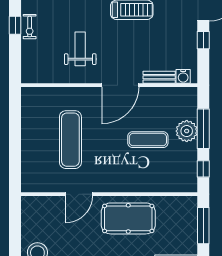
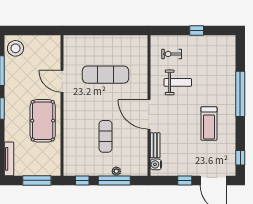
exercise bike: (30, 27) -> (172, 54), moved
plant: (187, 131) -> (116, 171), width x0.53, depth x0.53

